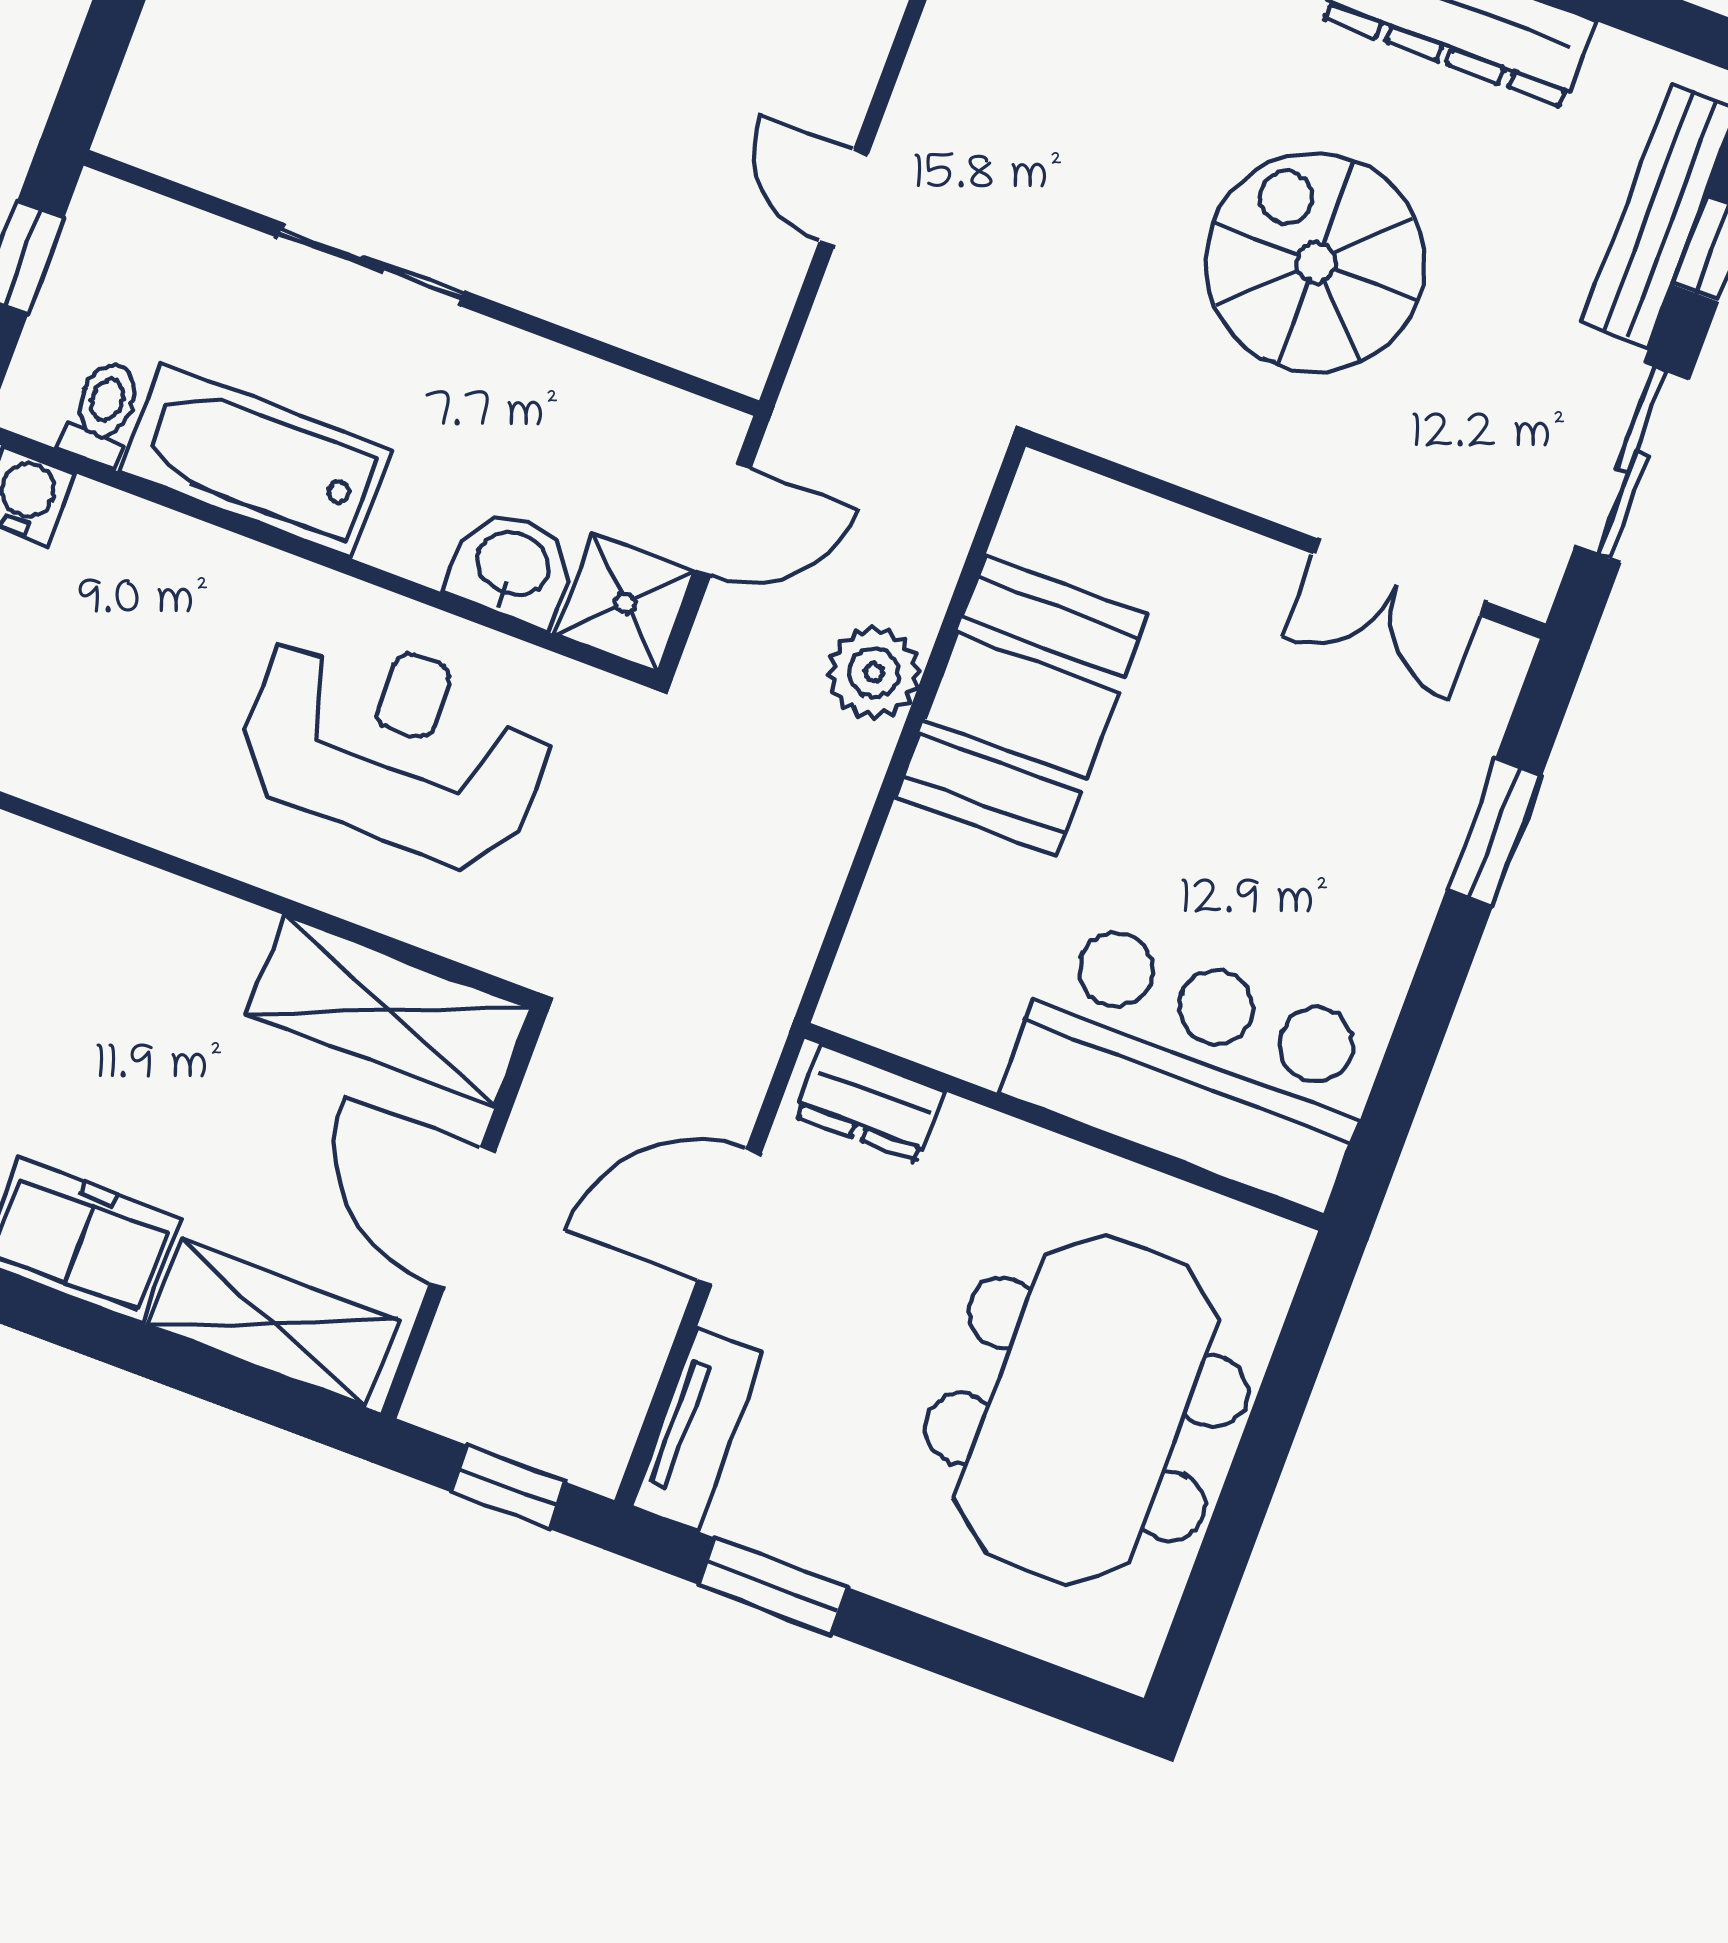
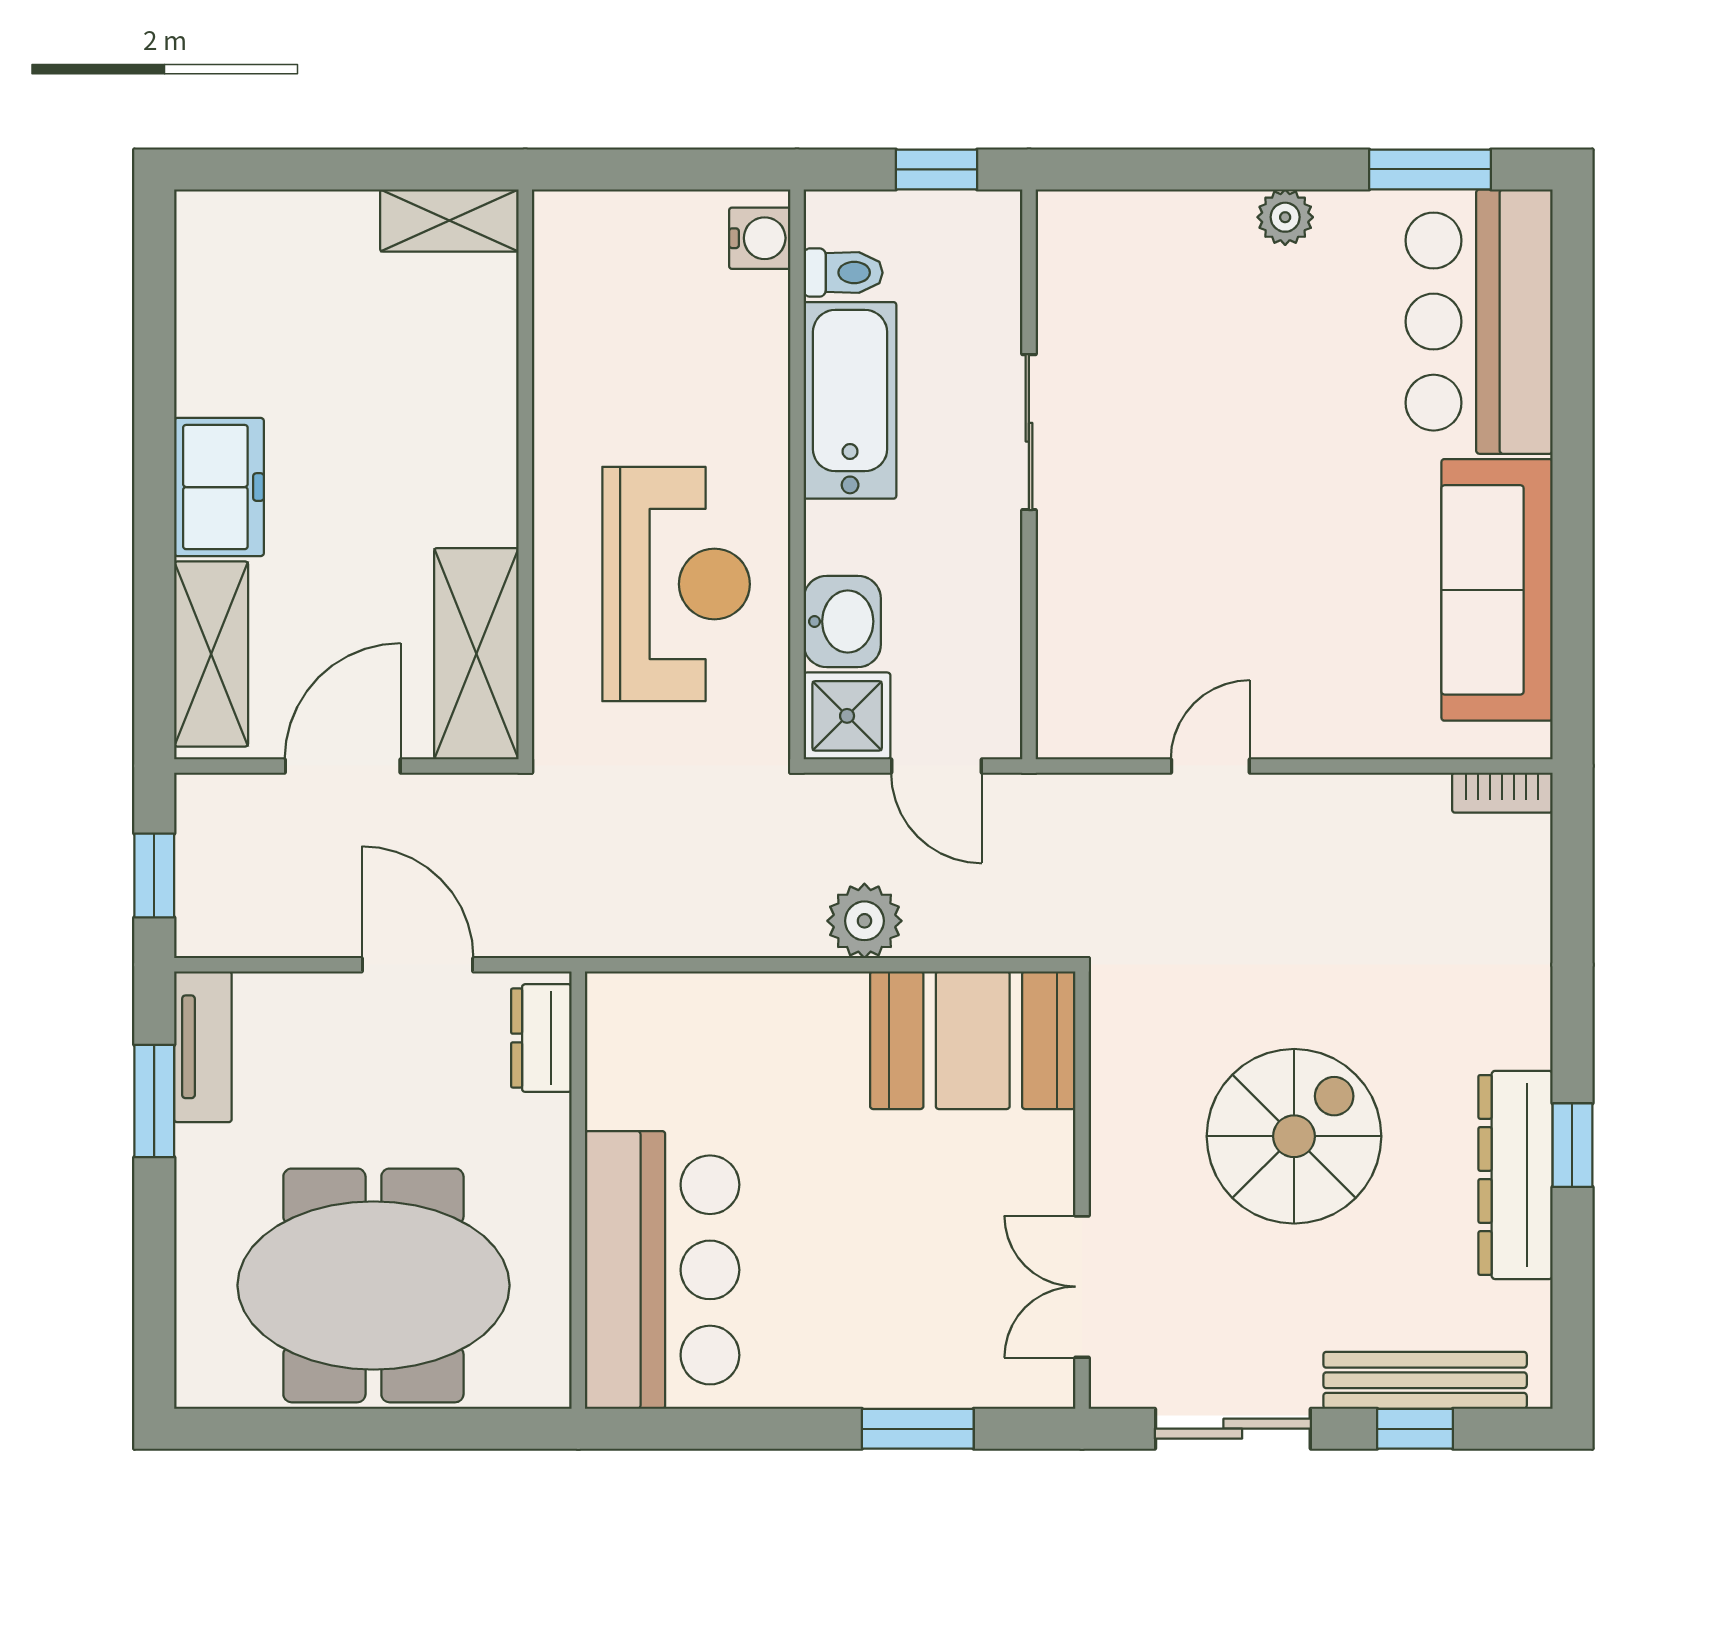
booth: (1021, 706) -> (973, 1040), moved
tv unit: (697, 1430) -> (203, 1047), moved, turned -90

